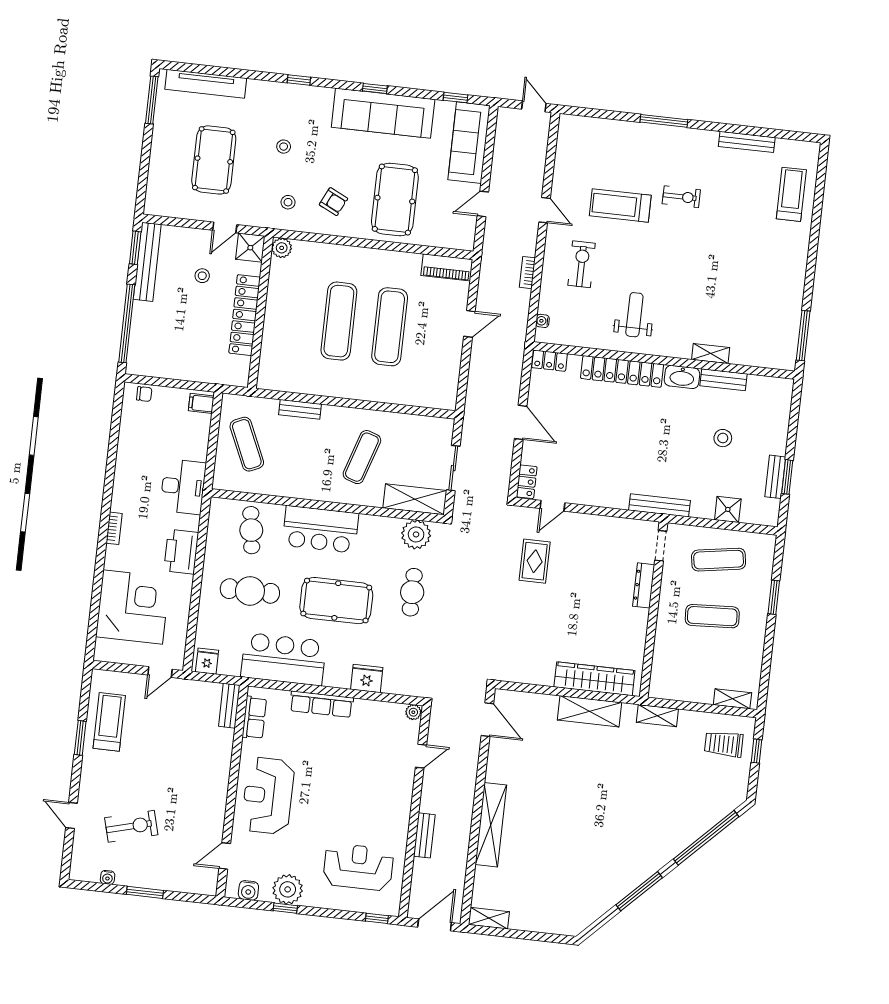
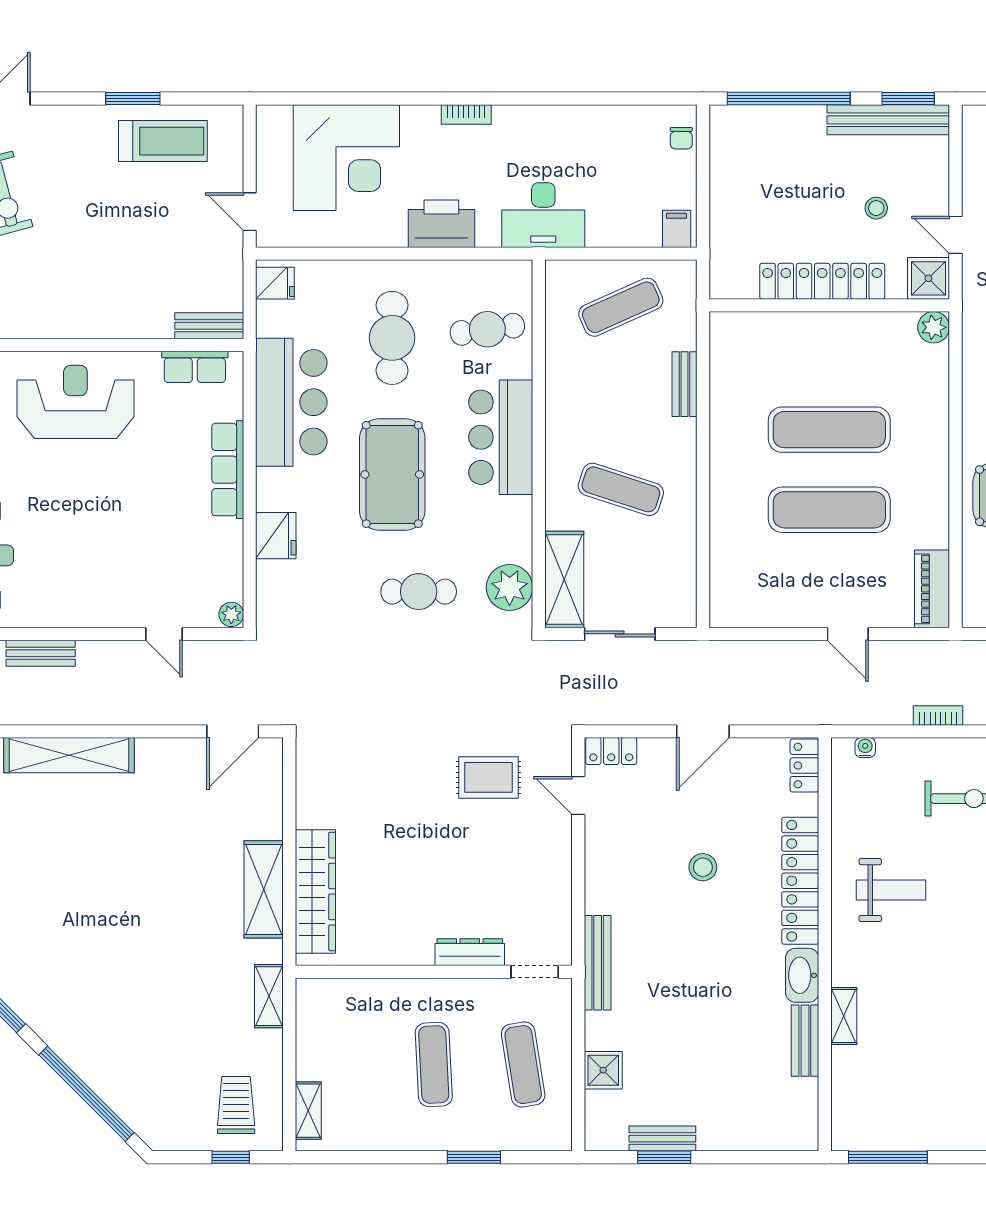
stool: (723, 438) -> (703, 867), moved

